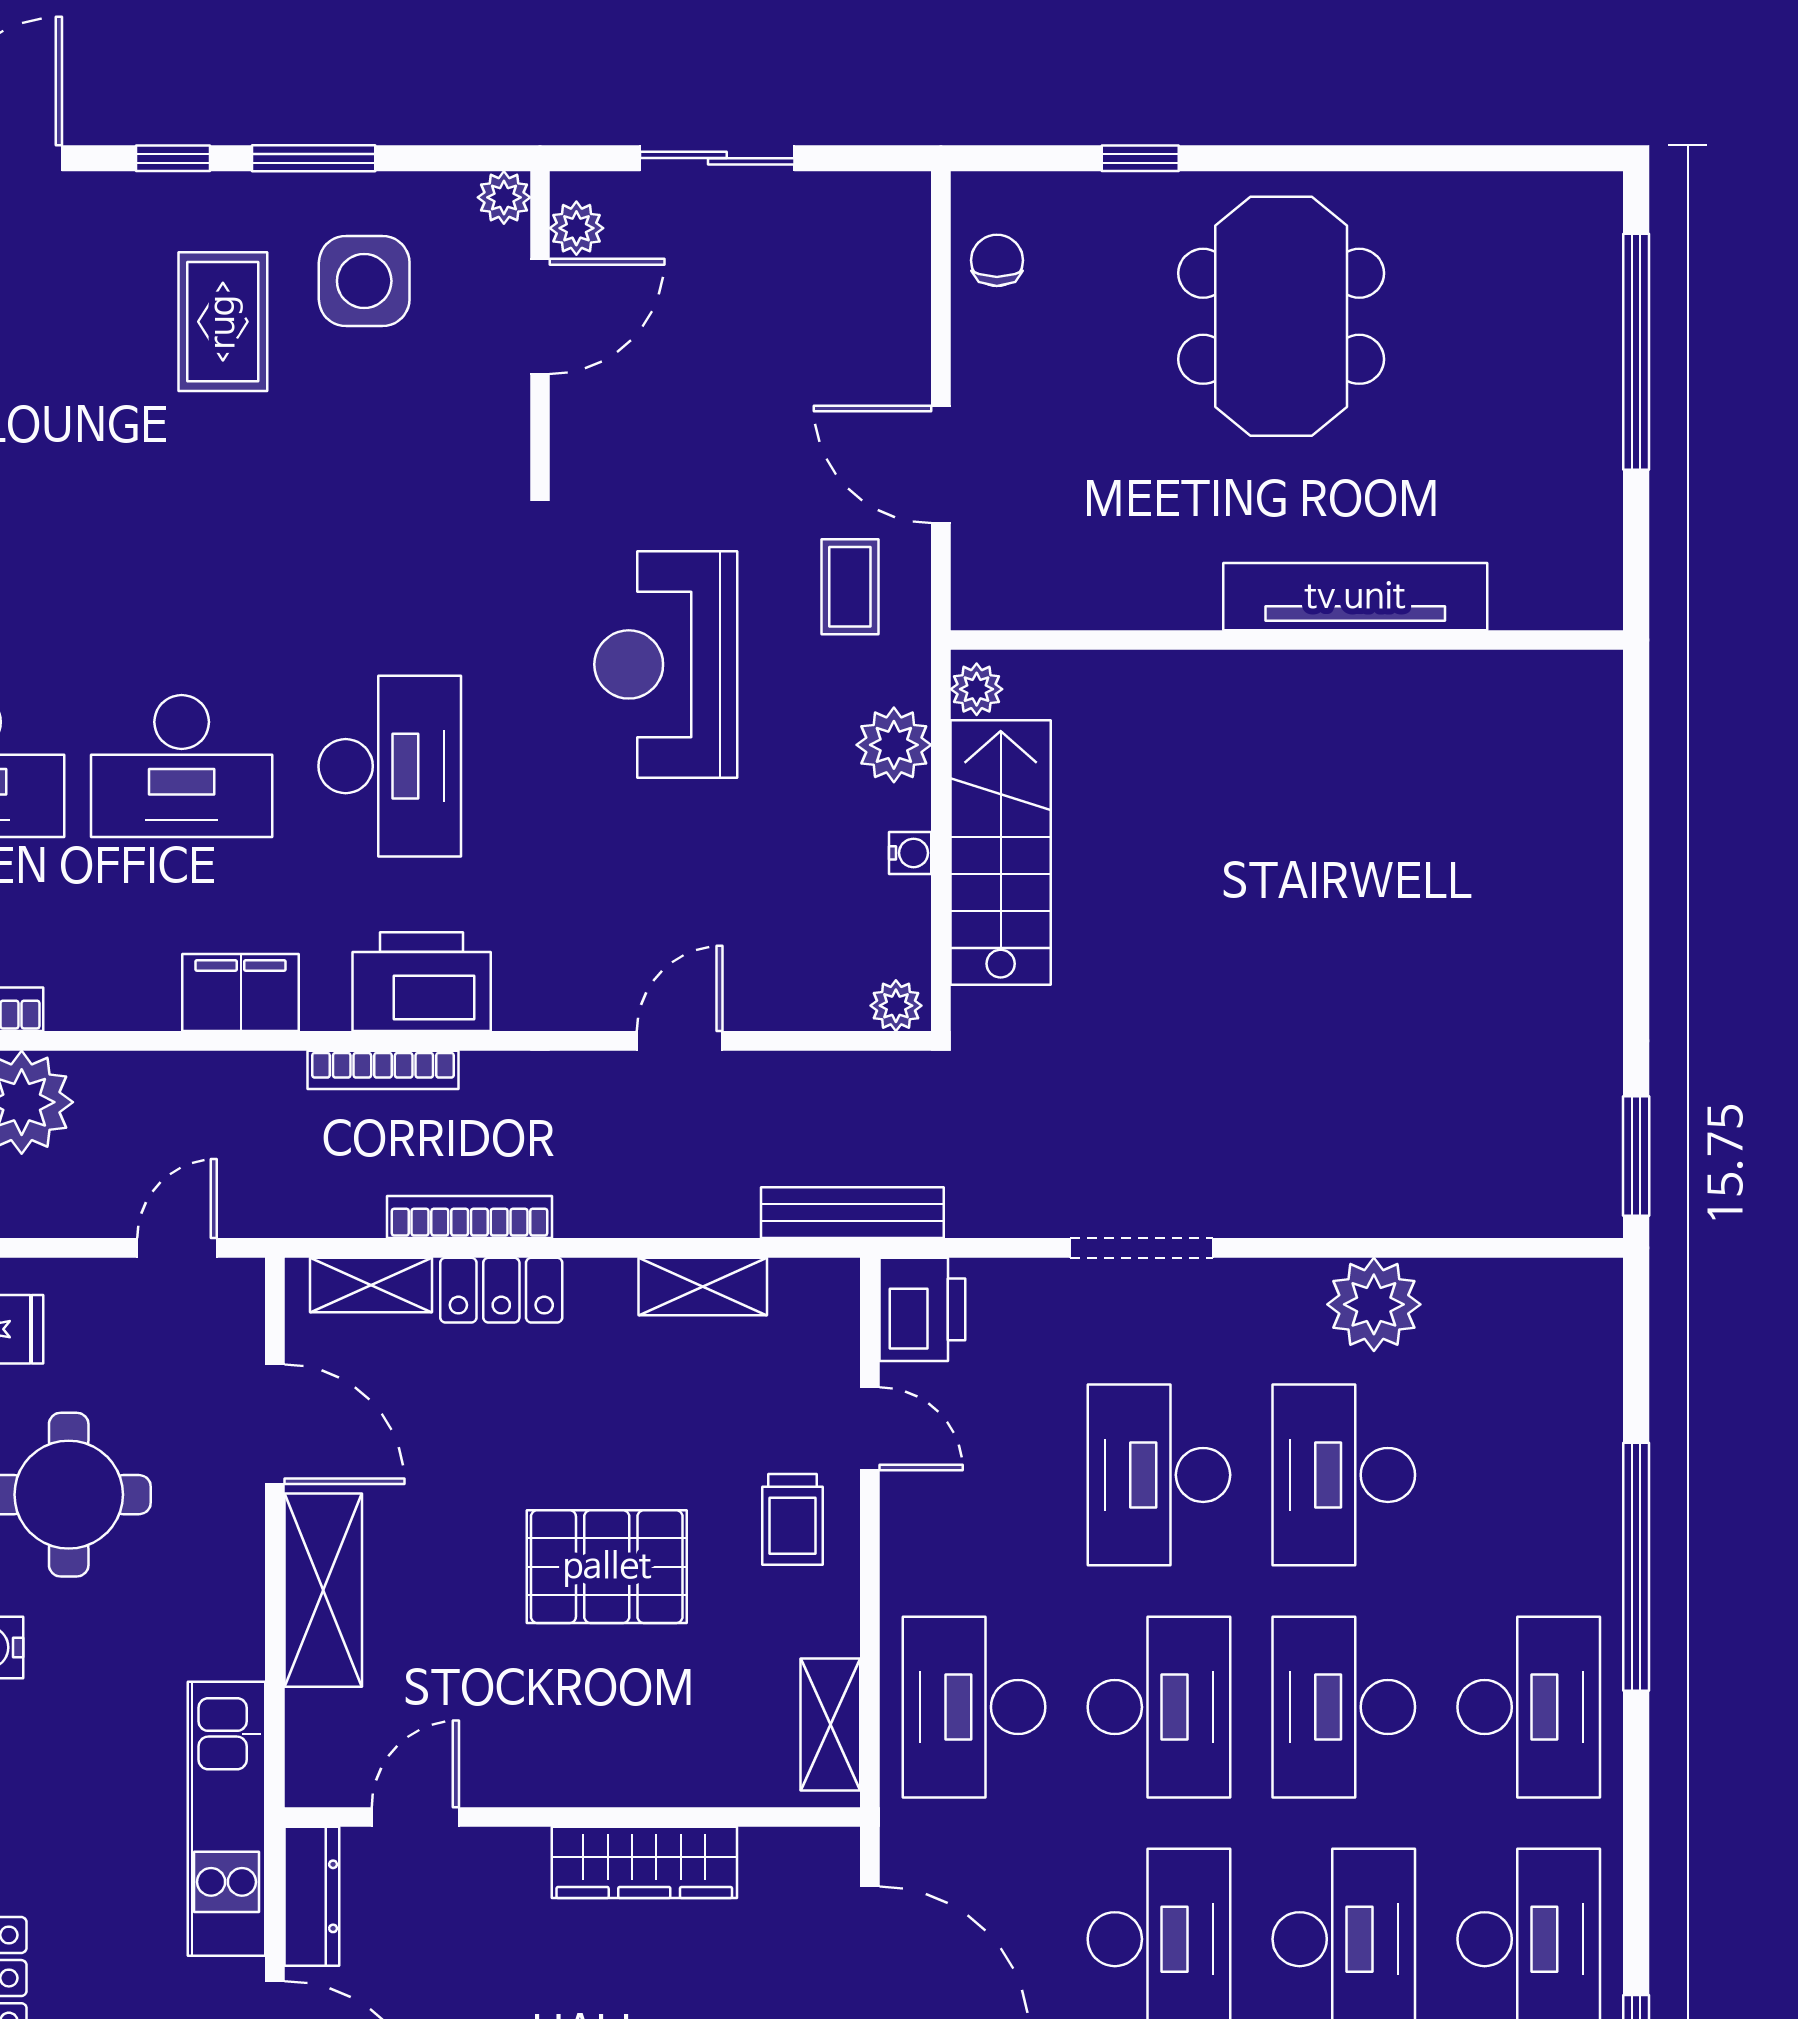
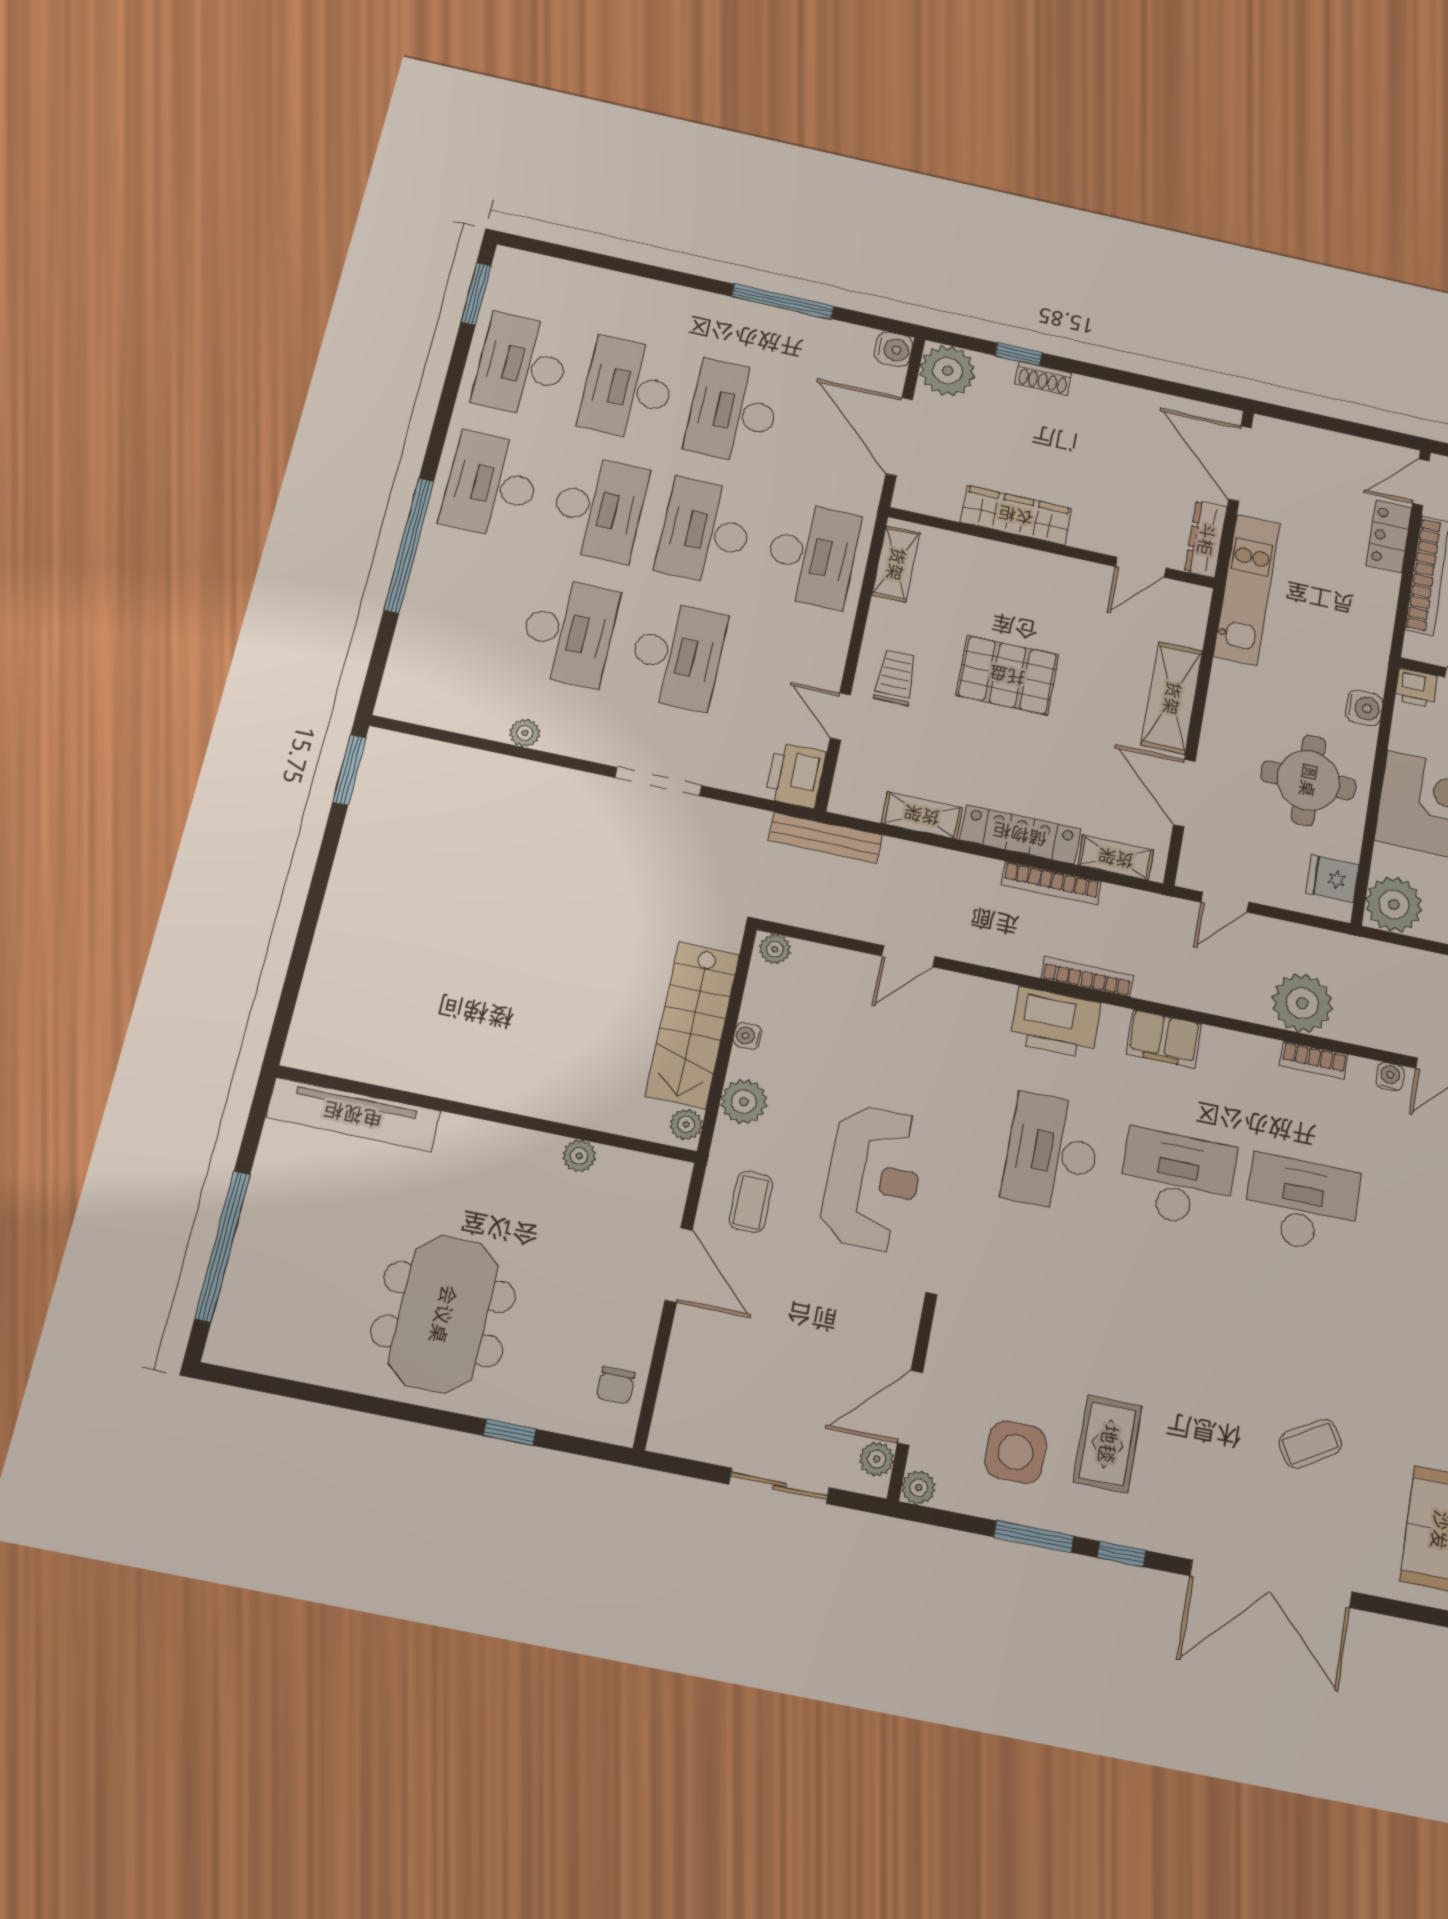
tv unit: (1355, 597) -> (353, 1114), moved
plant: (1131, 604) -> (579, 1156), added
locker: (501, 1290) -> (1020, 834), width x1.53
plant: (1374, 1304) -> (525, 733), width x0.53, depth x0.53

